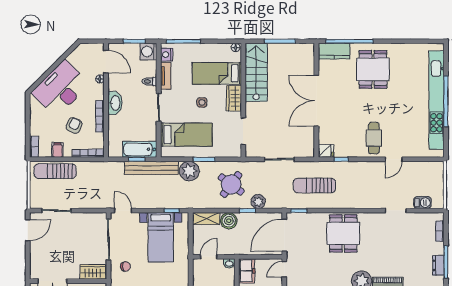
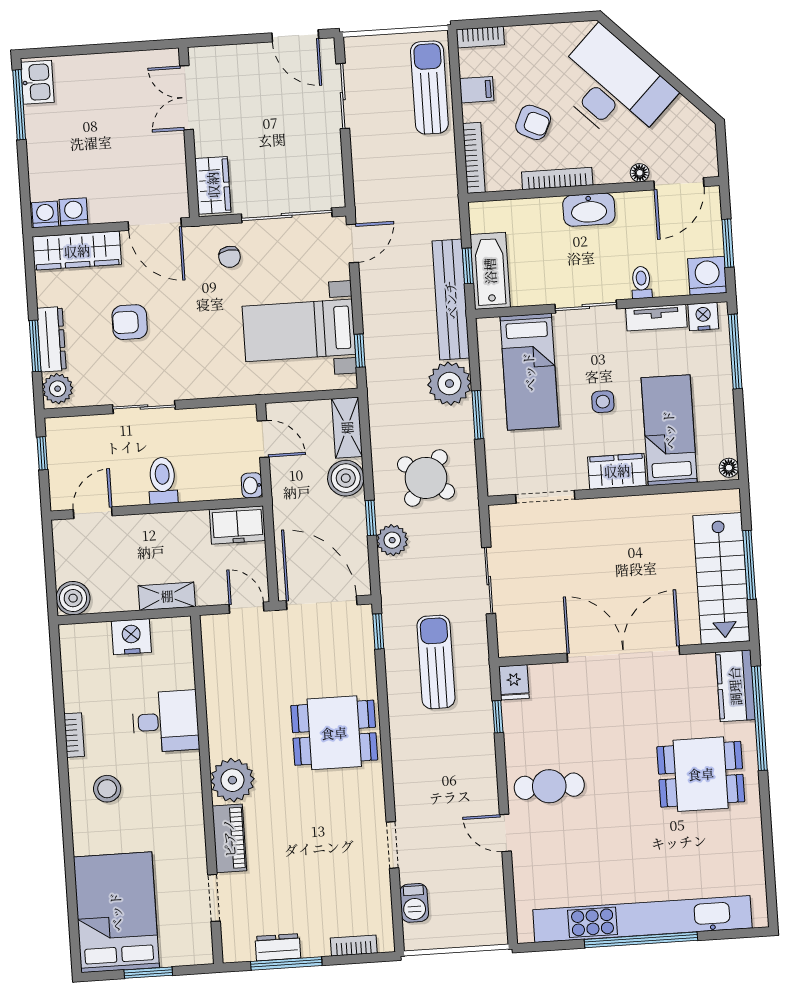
stairs: (256, 72) -> (722, 578), moved, turned 90

